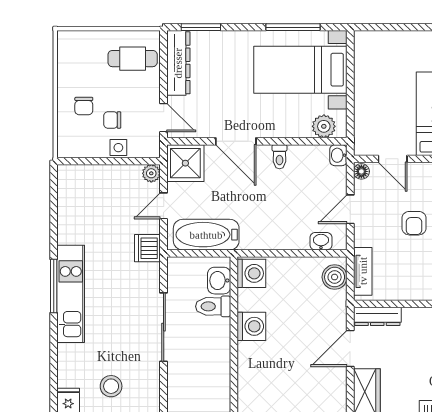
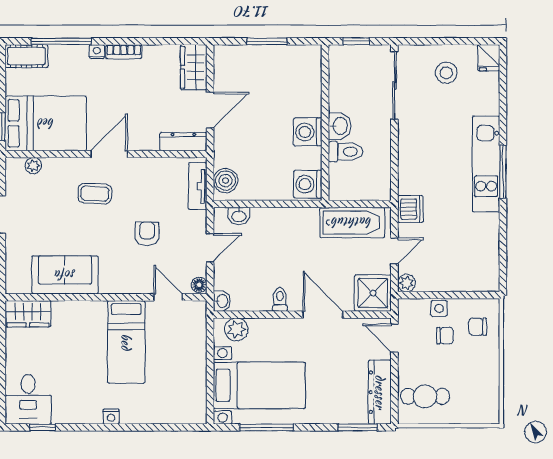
chair: (84, 106) -> (478, 327), moved, turned -90
washbasin: (219, 281) -> (340, 126), moved
sliding door: (164, 327) -> (394, 85), moved

